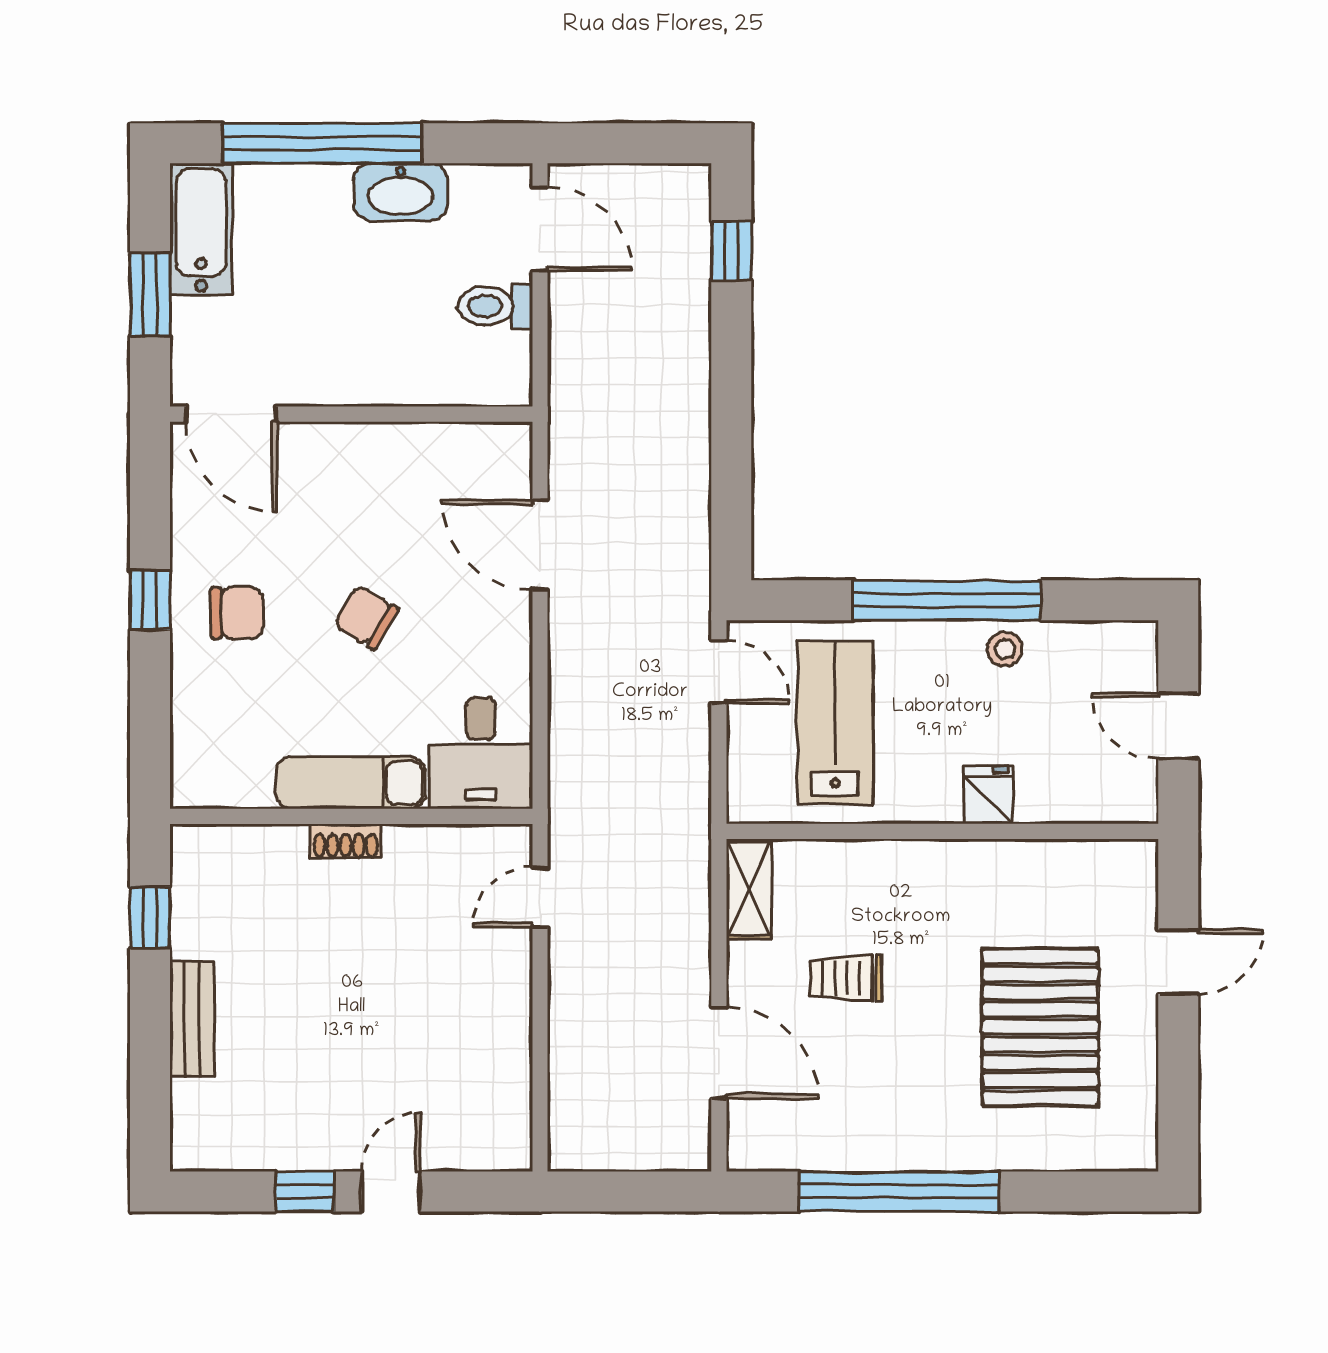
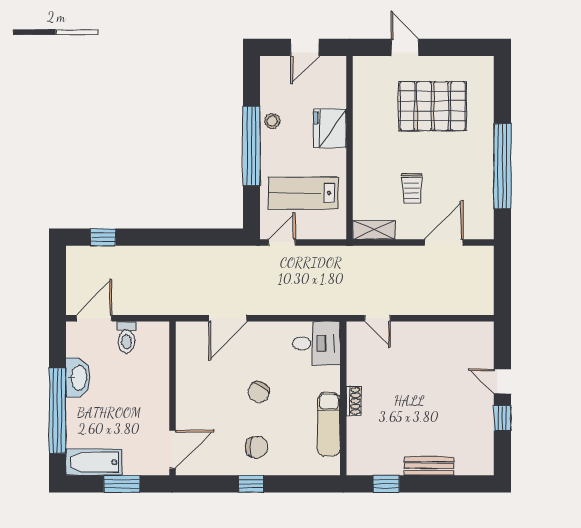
chair: (237, 613) -> (257, 447), turned 90
exam couch: (351, 783) -> (329, 424), moved
fridge: (988, 795) -> (330, 128), width x1.88, depth x1.34

